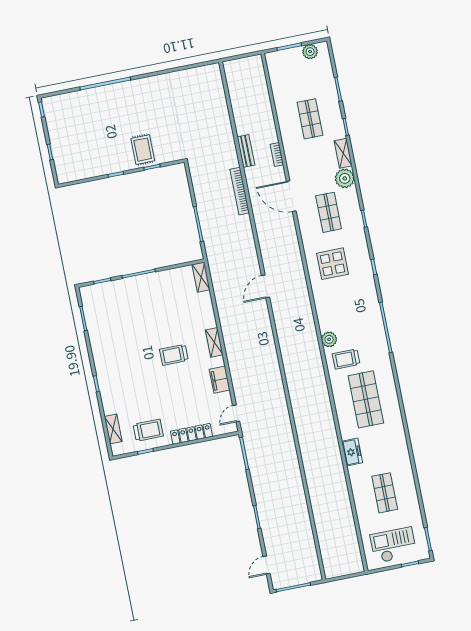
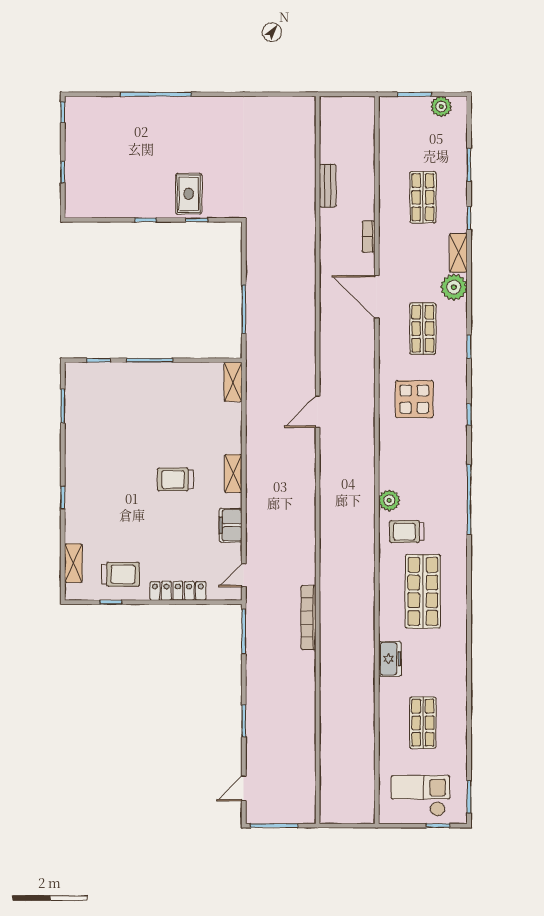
bench: (246, 151) -> (328, 186), moved
bookcase: (240, 191) -> (308, 618), moved

